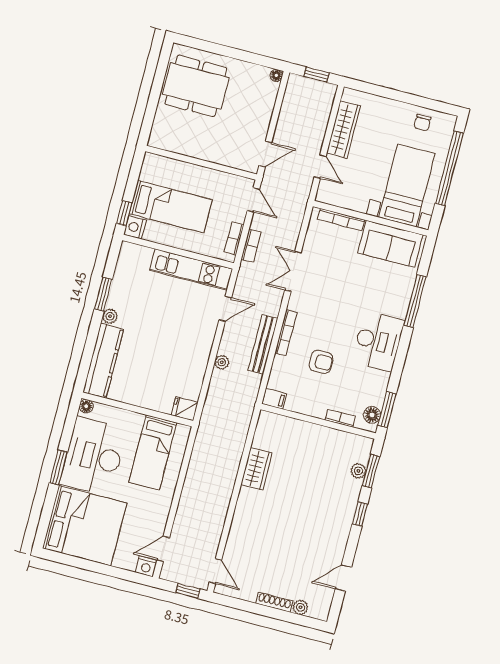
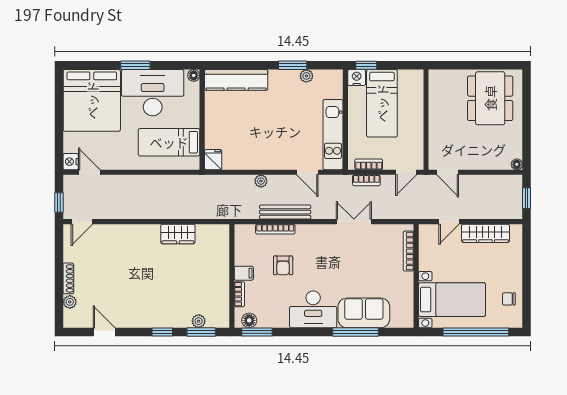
sofa: (390, 244) -> (364, 313), moved, turned 90
plant: (110, 316) -> (306, 76), moved
bookcase: (286, 333) -> (275, 229), moved
filing cabinet: (274, 399) -> (244, 273), moved, turned -90

